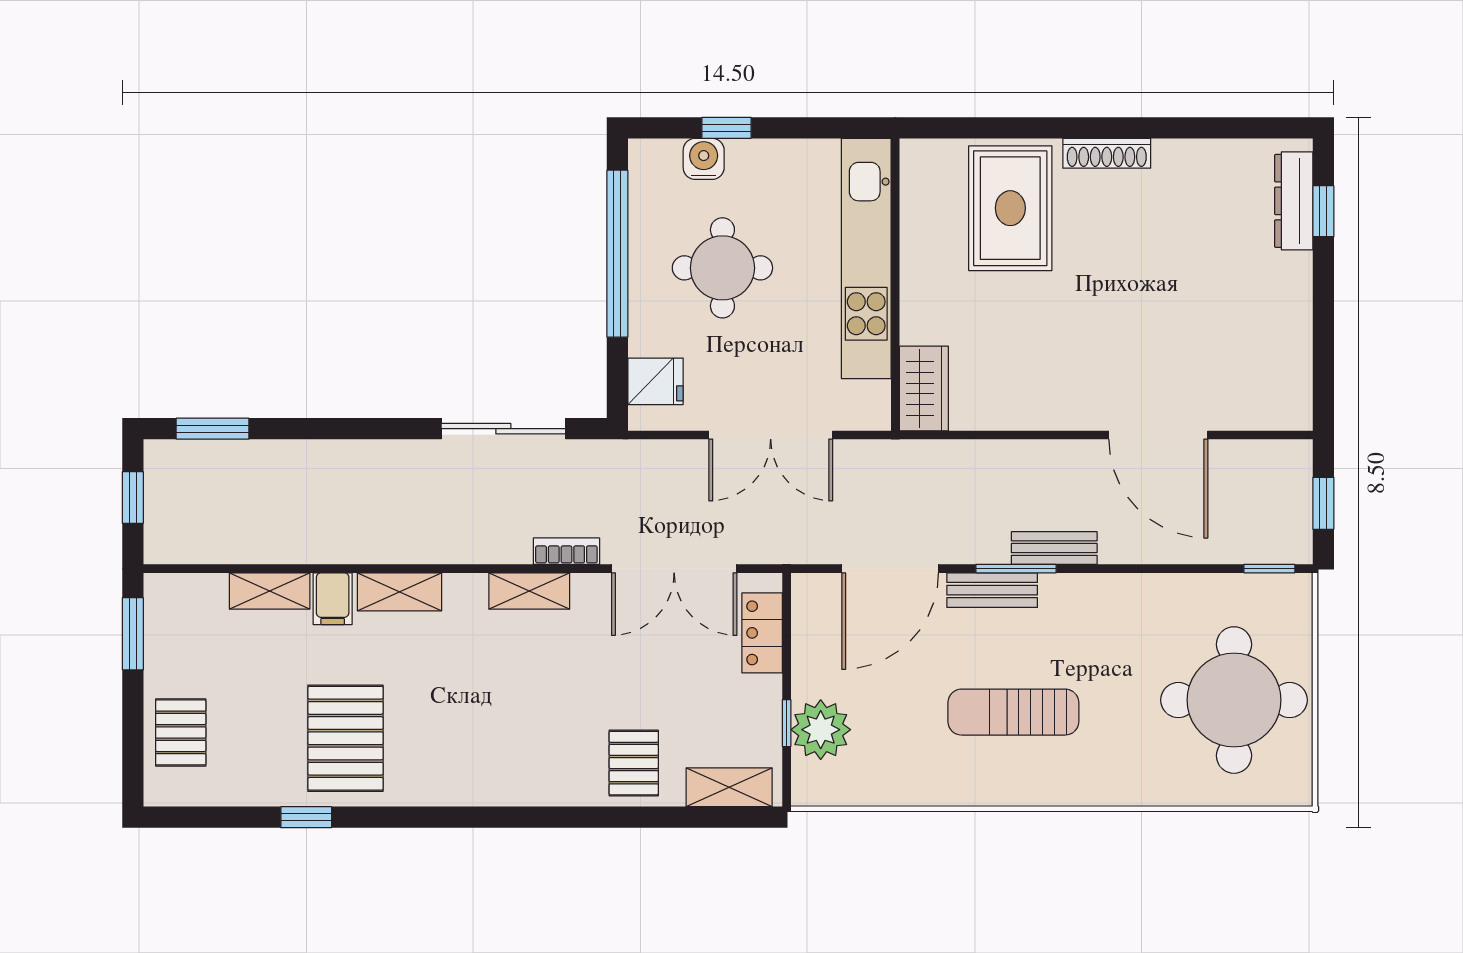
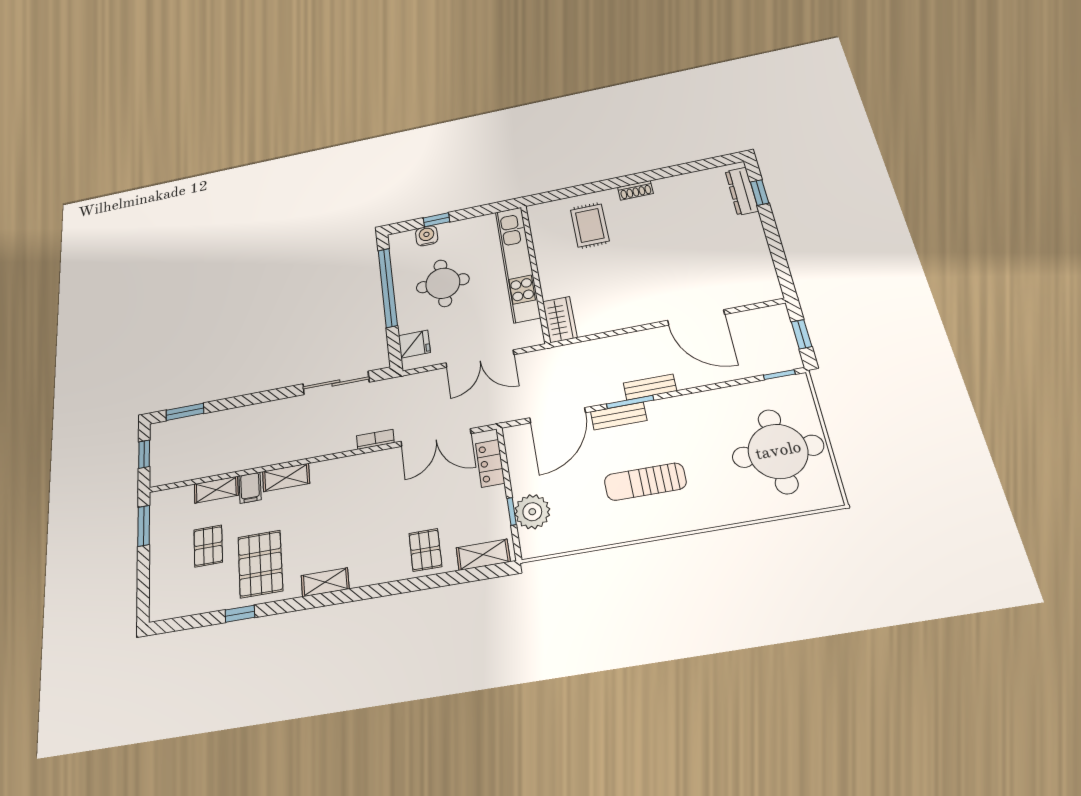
shoe rack: (1107, 153) -> (635, 190), width x0.70
rug: (1010, 208) -> (590, 225), width x0.73, depth x0.70
shelving: (529, 591) -> (325, 582), moved
pallet: (181, 732) -> (208, 546), moved

